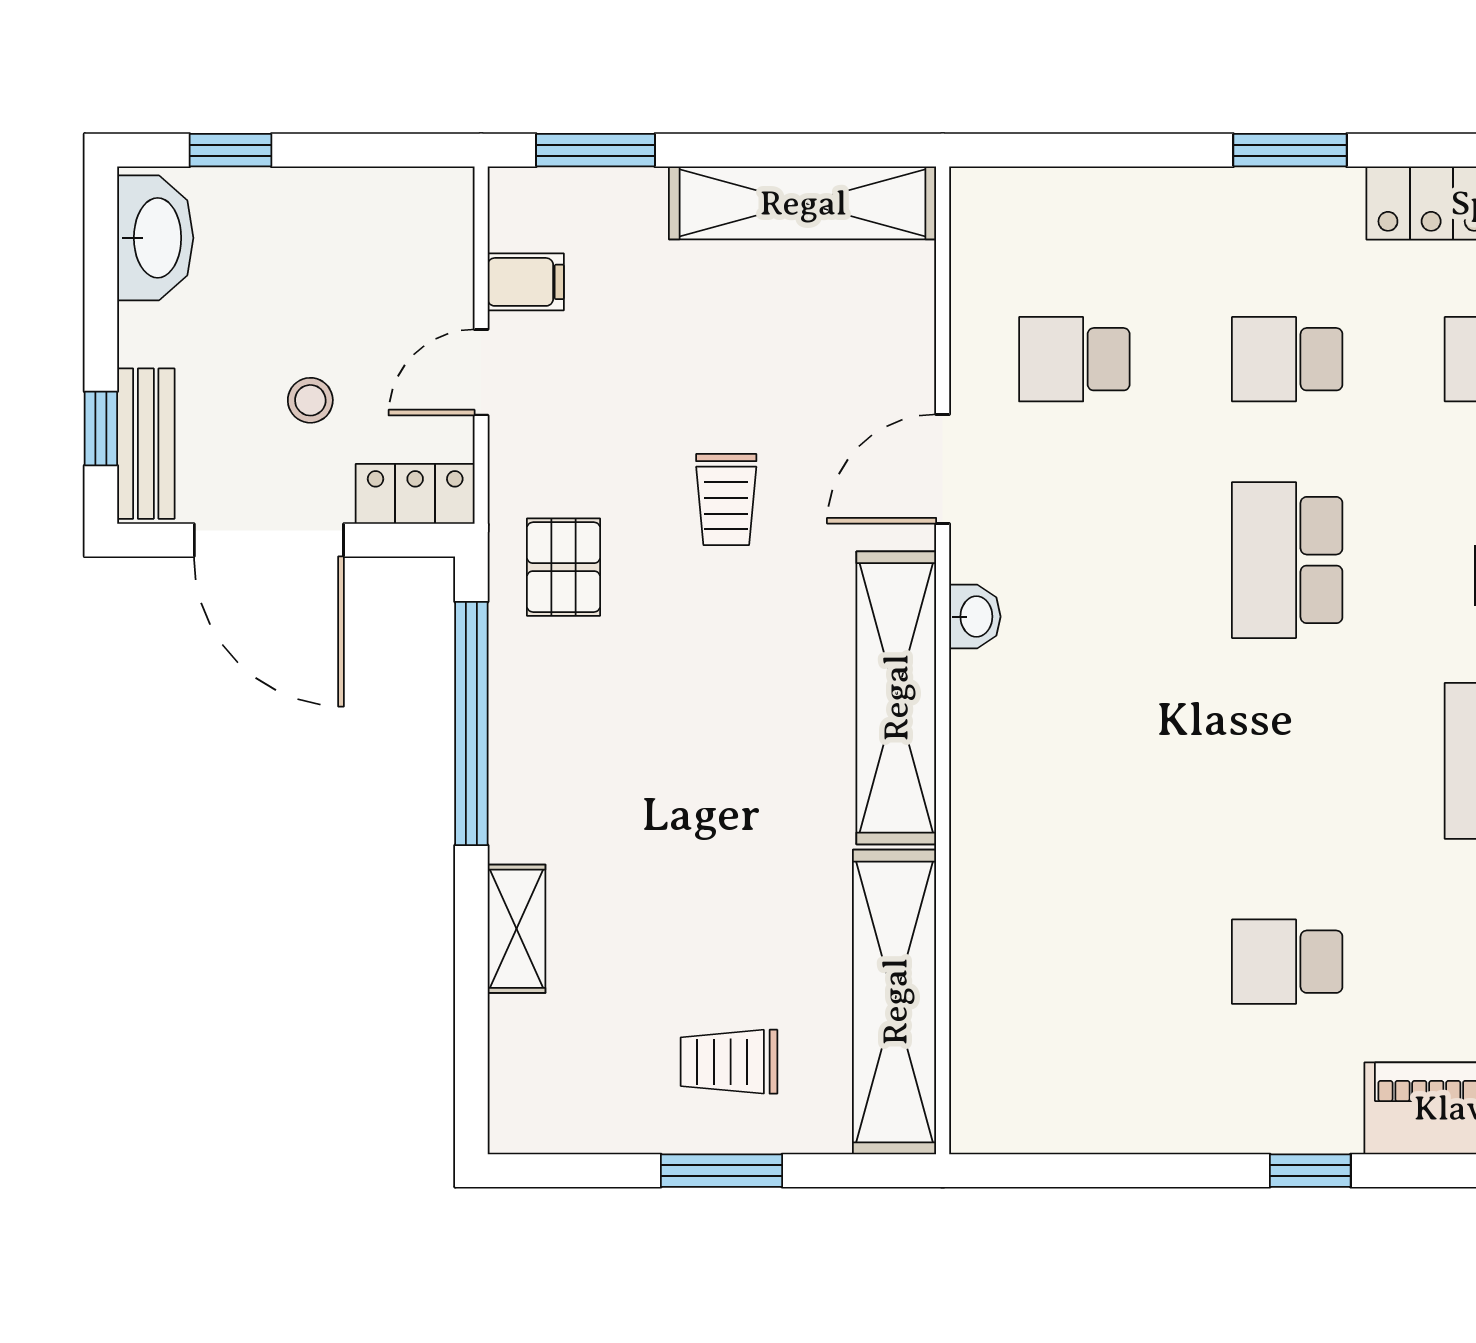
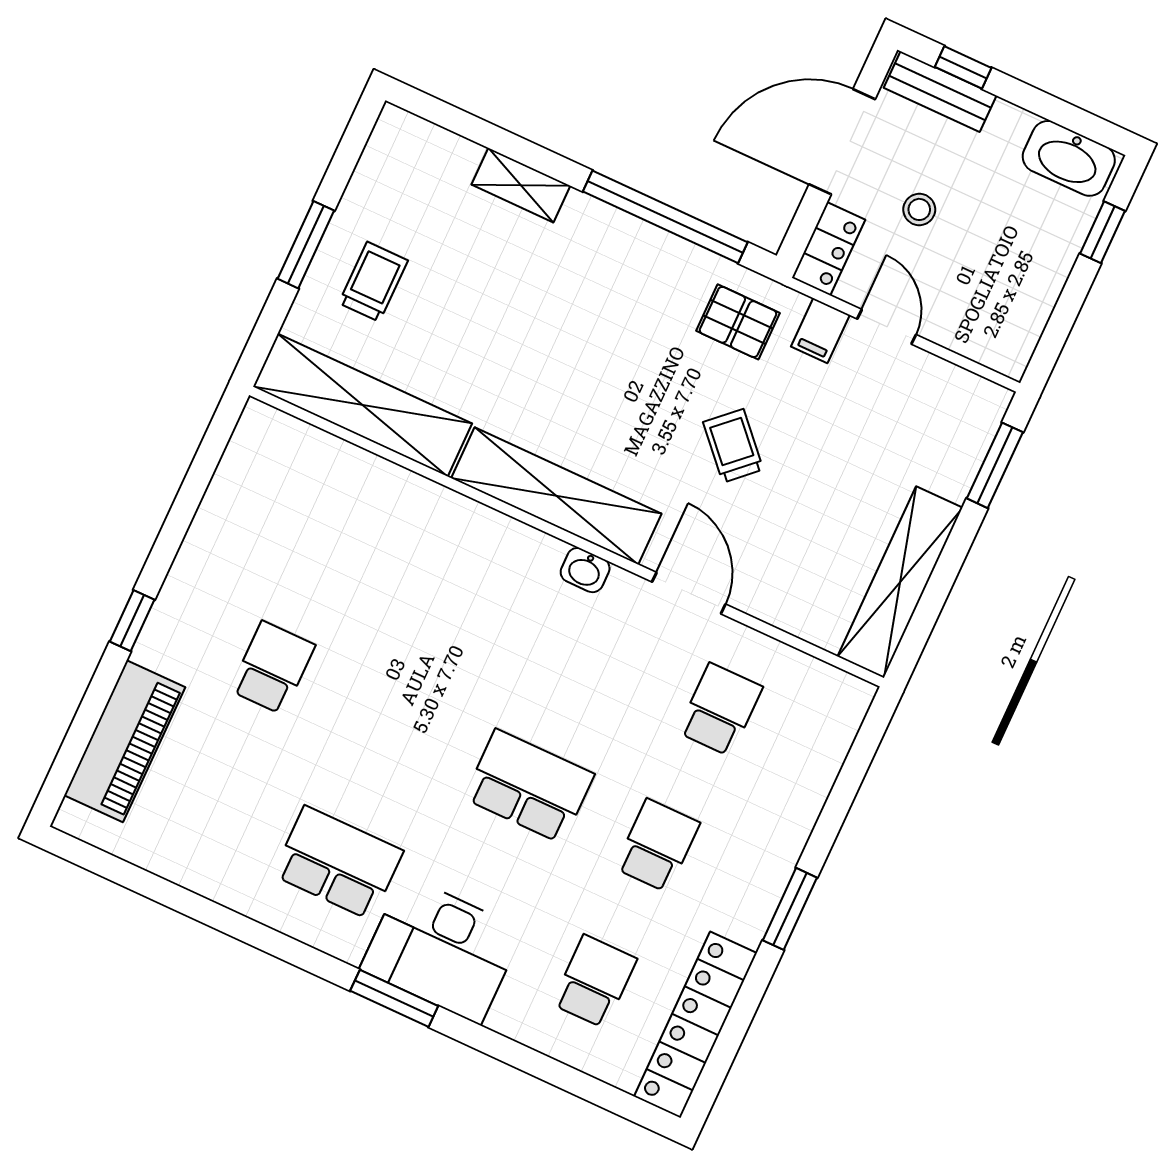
filing cabinet: (526, 282) -> (820, 331), moved
trolley: (726, 499) -> (733, 446), turned 47

